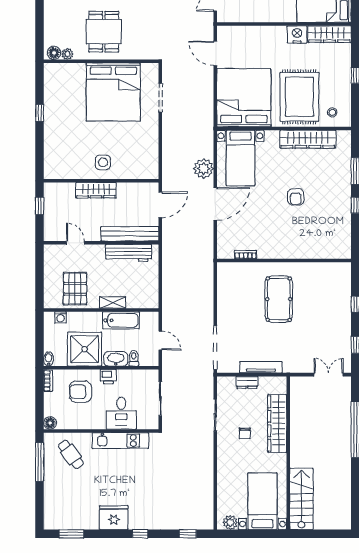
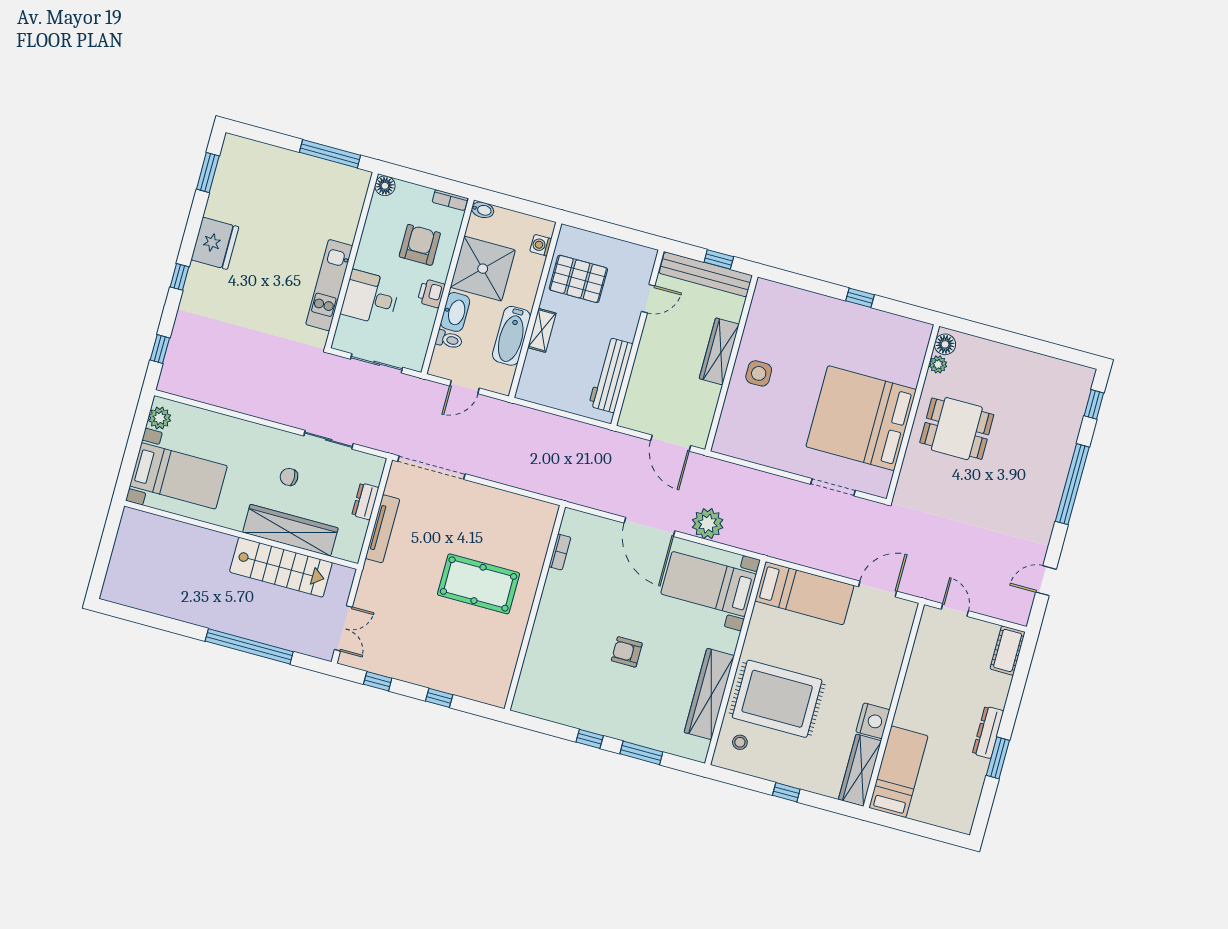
bed: (244, 98) -> (804, 593), width x0.49
bench: (130, 234) -> (706, 274), moved, turned 90
cafe table: (71, 454) -> (329, 204), removed
stairs: (301, 499) -> (281, 567), moved

